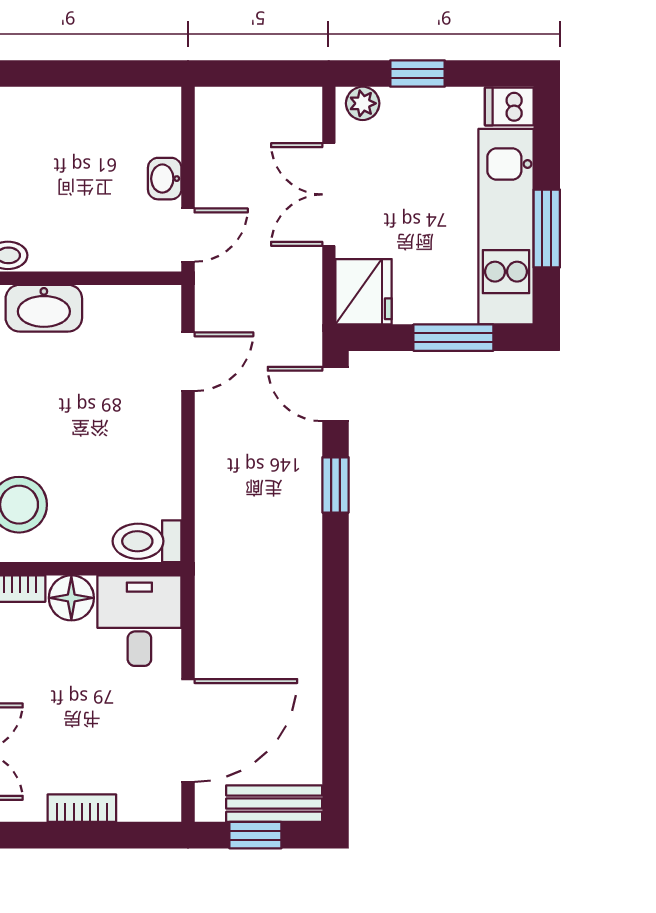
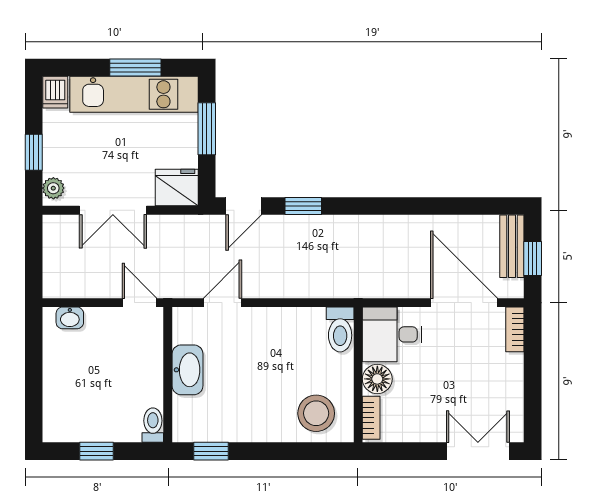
washbasin: (165, 179) -> (70, 318), moved
washbasin: (44, 308) -> (187, 370), moved
door: (188, 362) -> (223, 303), hinge flipped
bookcase: (82, 808) -> (515, 329), moved

